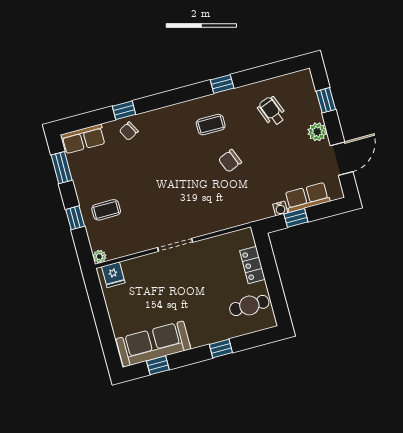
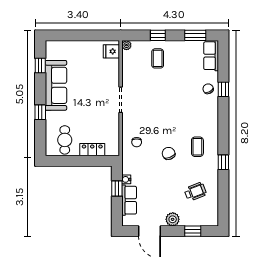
chair: (226, 208) -> (137, 142), added
sofa: (153, 344) -> (56, 85), moved

